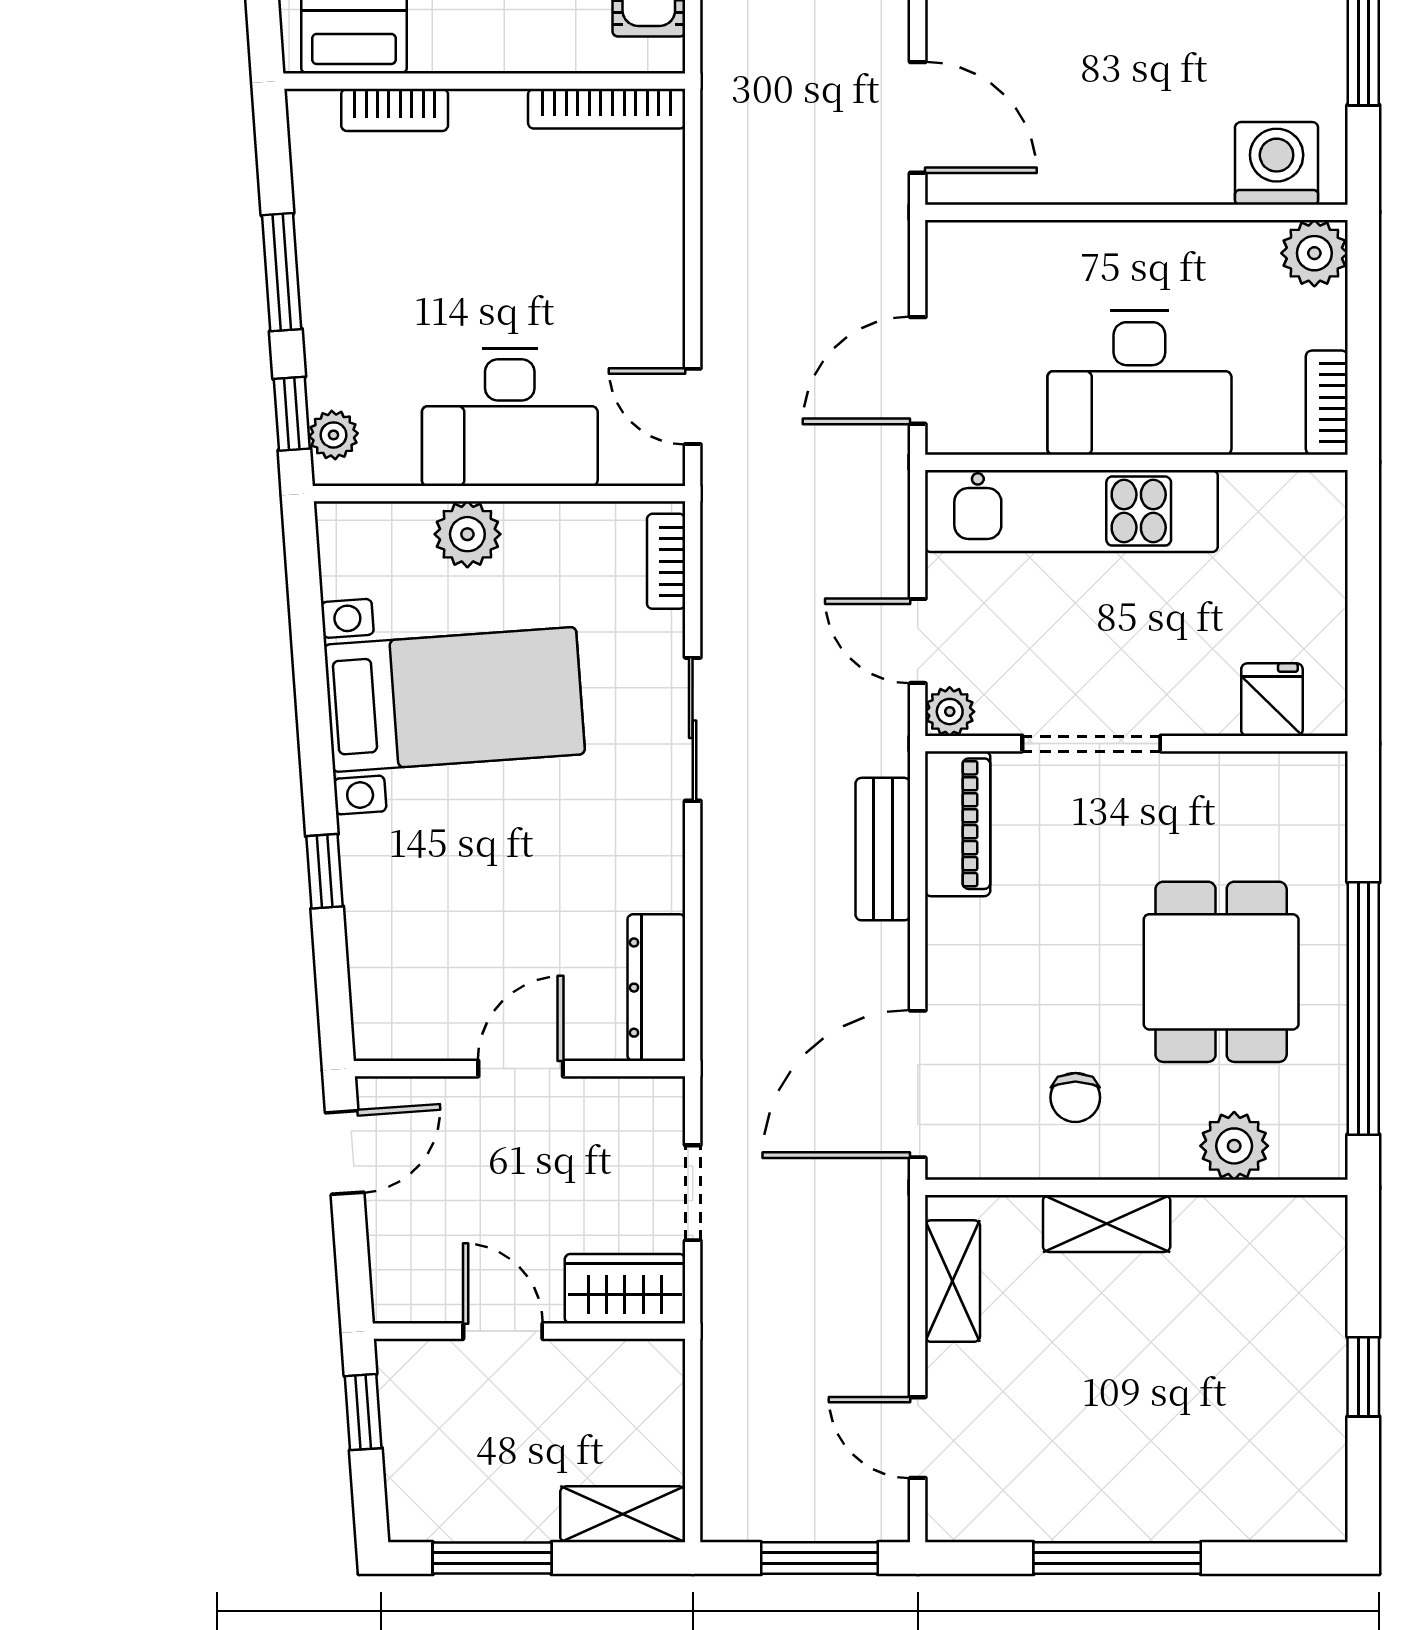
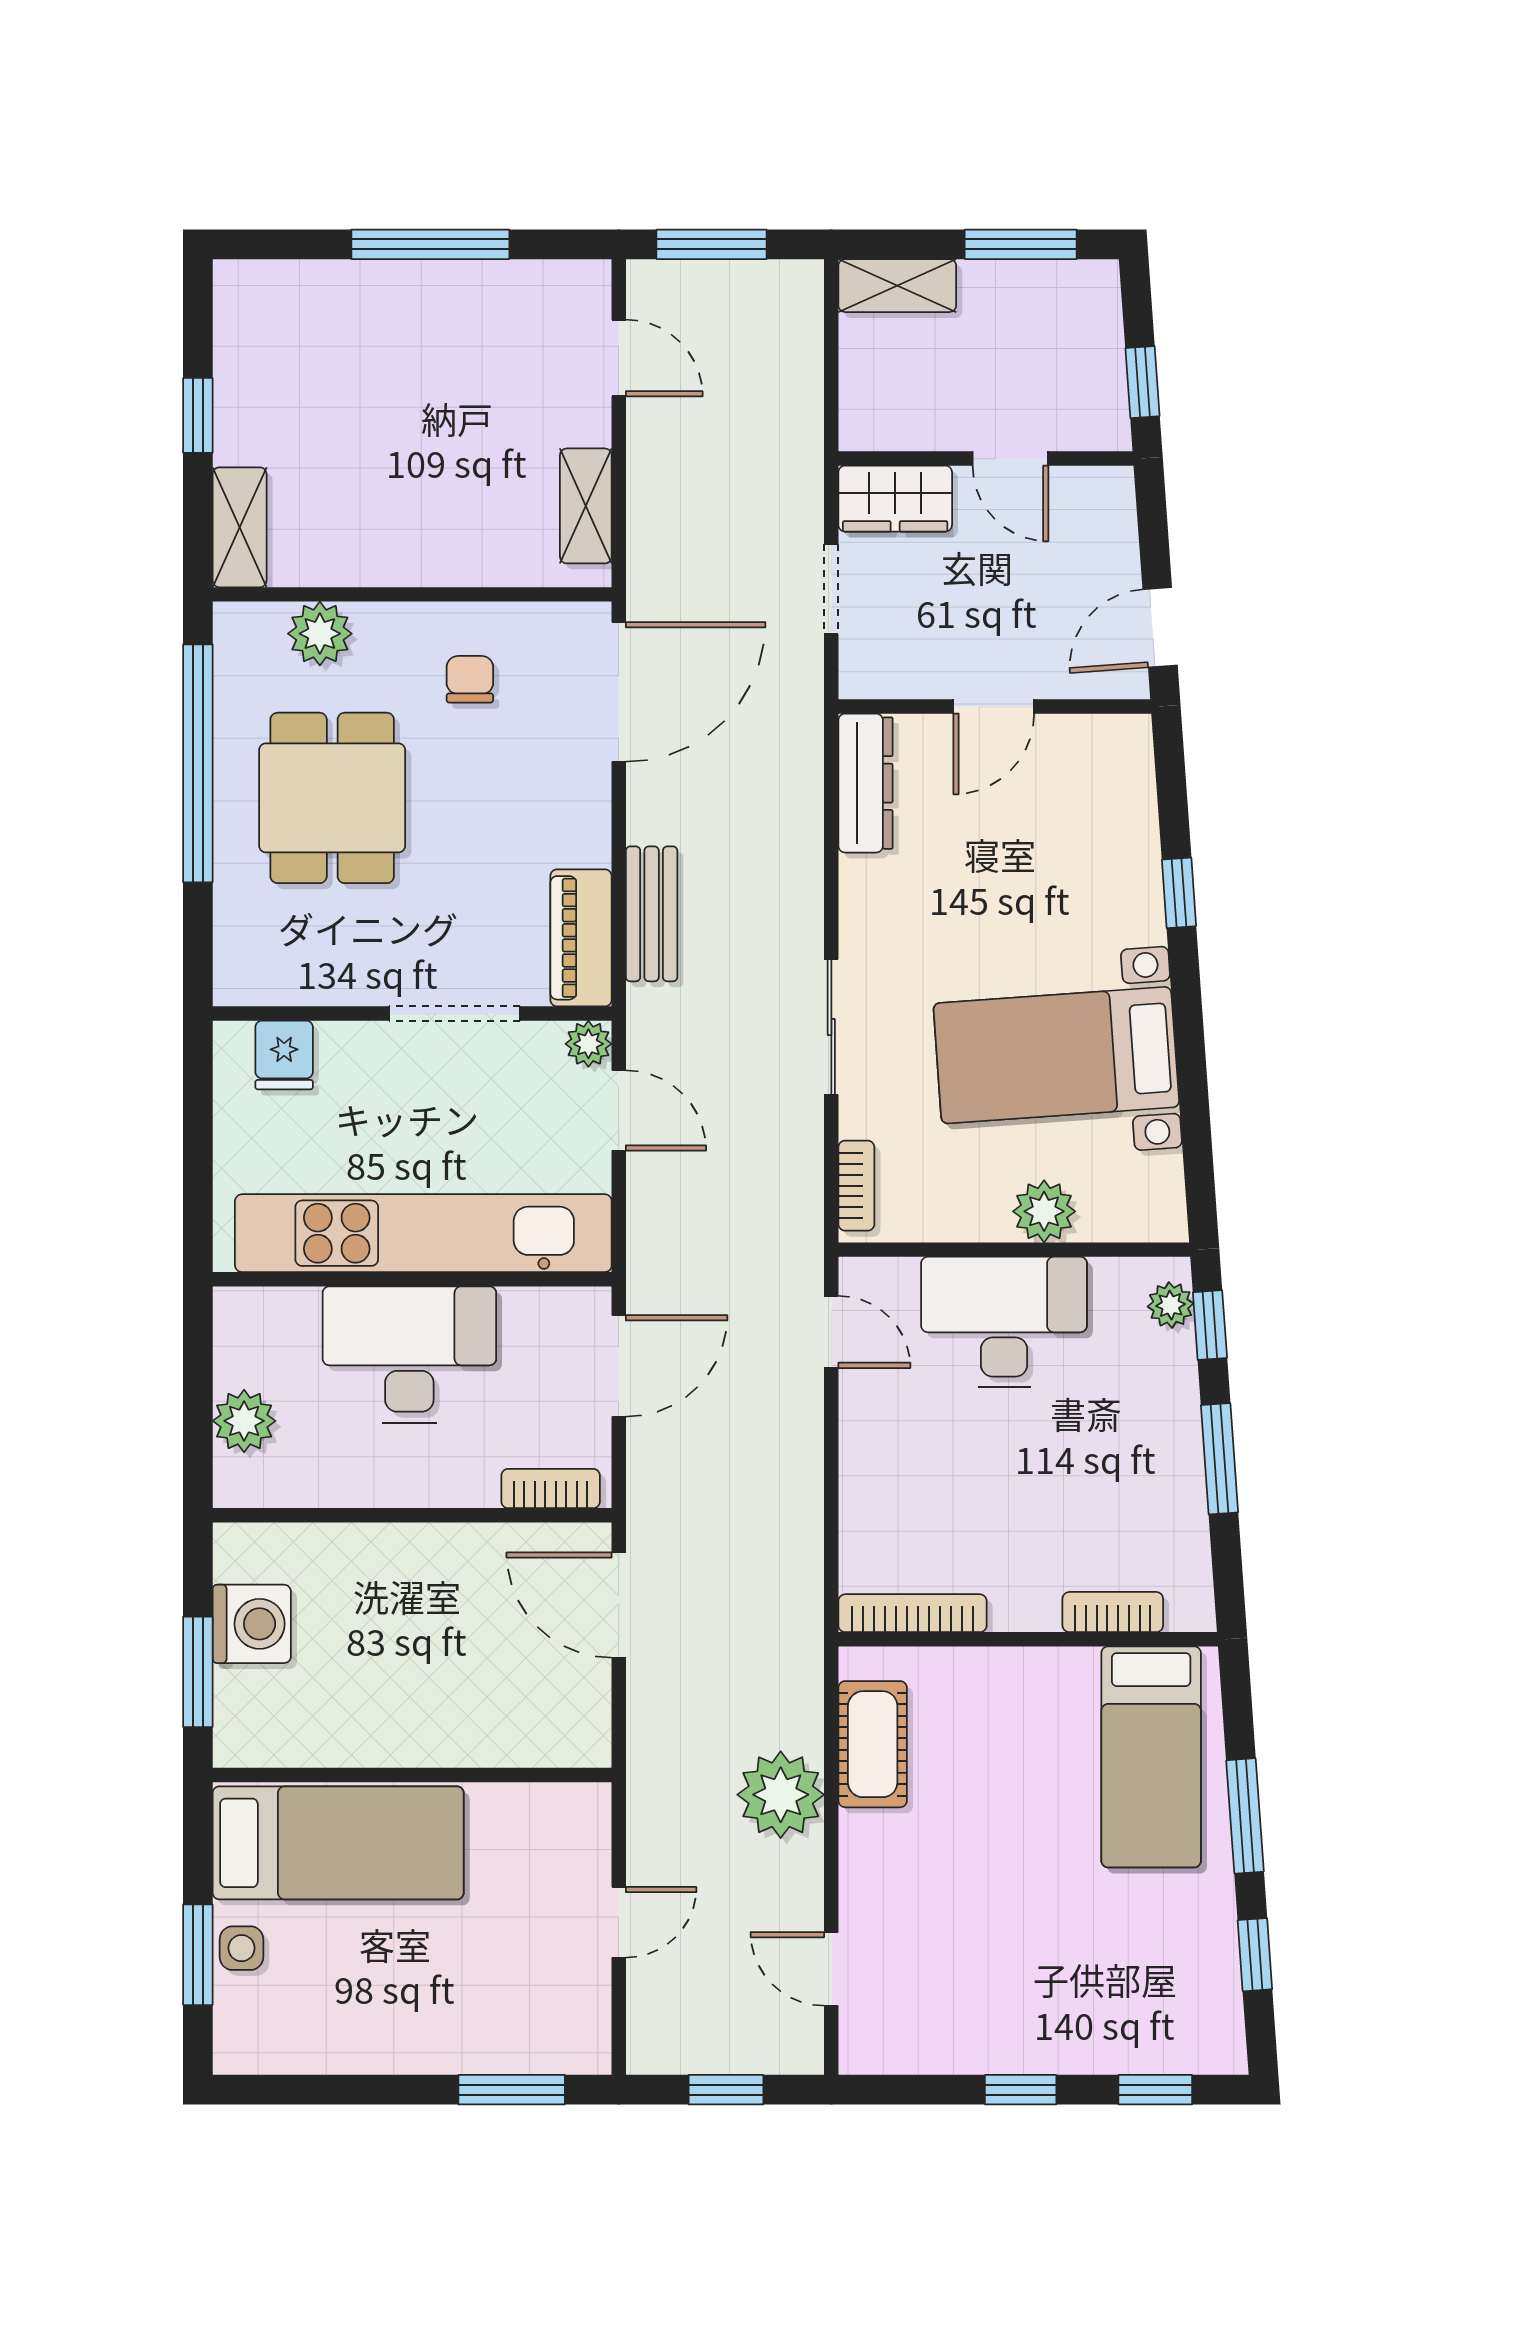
washing machine: (1277, 163) -> (252, 1624), moved, turned -90
plant: (1314, 253) -> (244, 1421), moved
bookcase: (1327, 403) -> (551, 1489), moved, turned -90
kitchen unit: (1071, 511) -> (423, 1233), width x1.36
shelving: (1107, 1223) -> (240, 527), moved, turned 90

